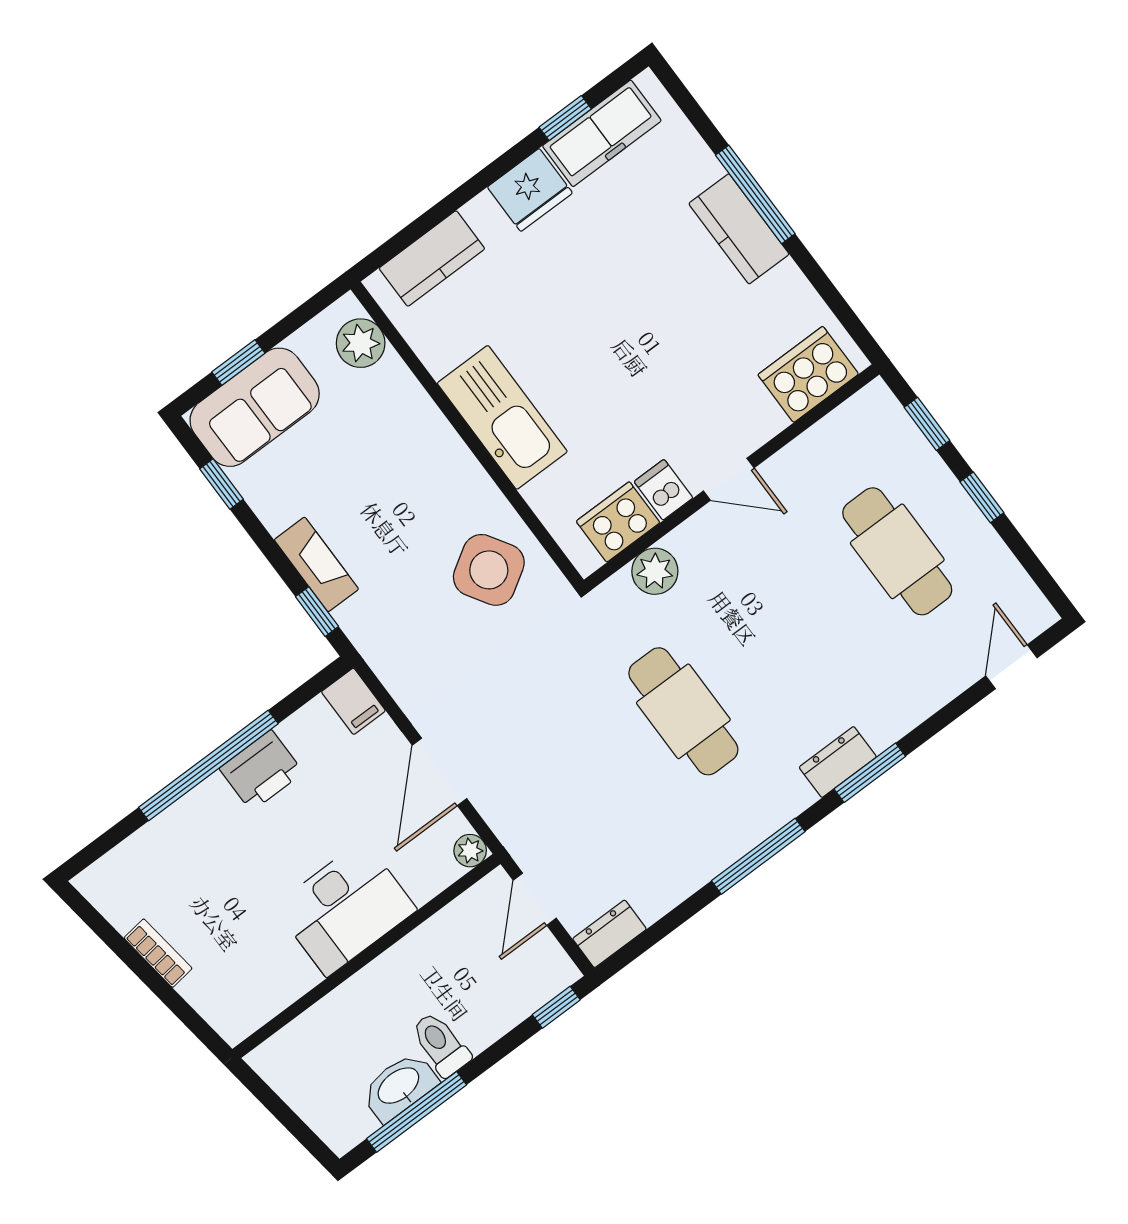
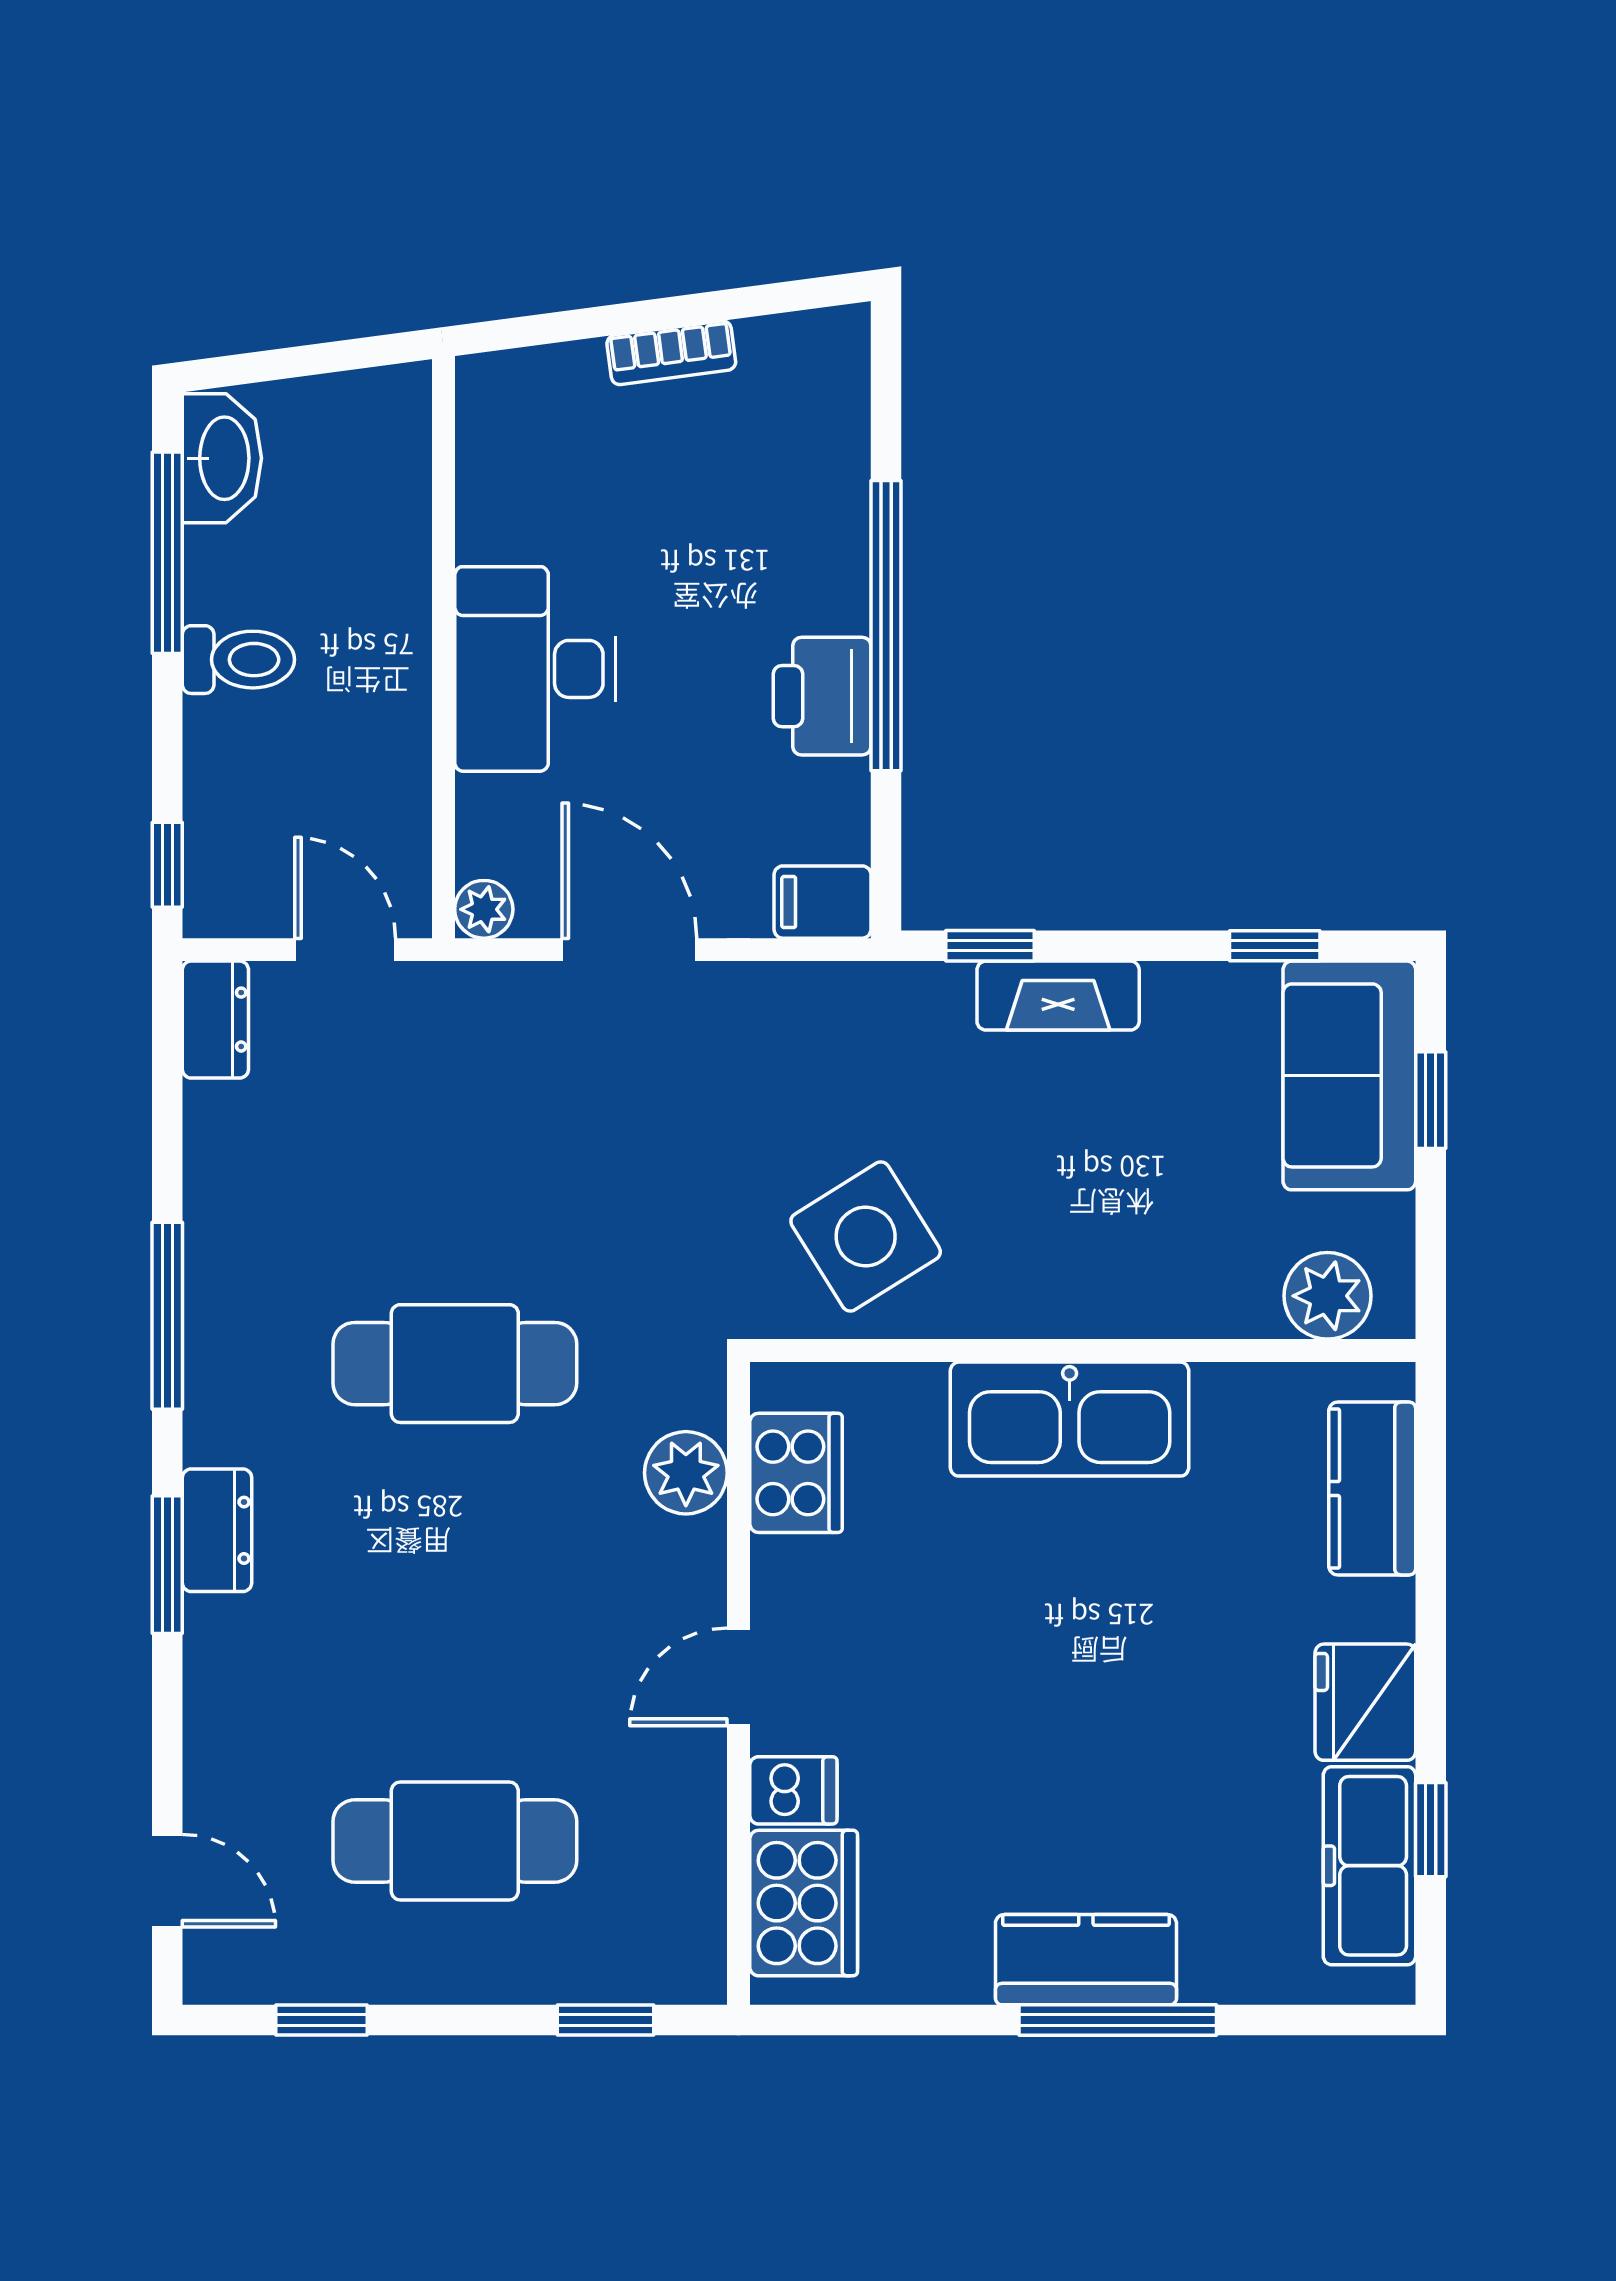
dishwasher: (663, 490) -> (793, 1790), moved
window: (982, 497) -> (322, 2020), moved
washbasin: (399, 1087) -> (222, 458), moved

